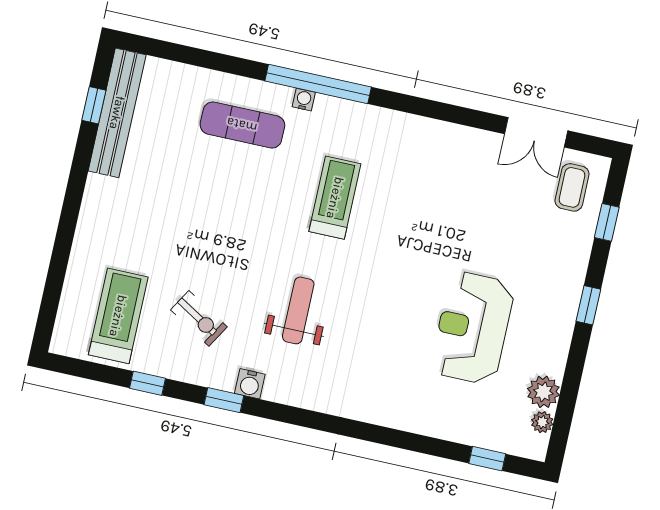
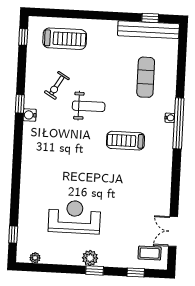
exercise mat: (242, 125) -> (146, 77), moved
treadmill: (335, 198) -> (126, 141), turned 180
weight bench: (298, 310) -> (89, 106), moved
treadmill: (118, 316) -> (65, 39), moved
window: (148, 383) -> (23, 37), moved
plant: (543, 392) -> (90, 258), moved

